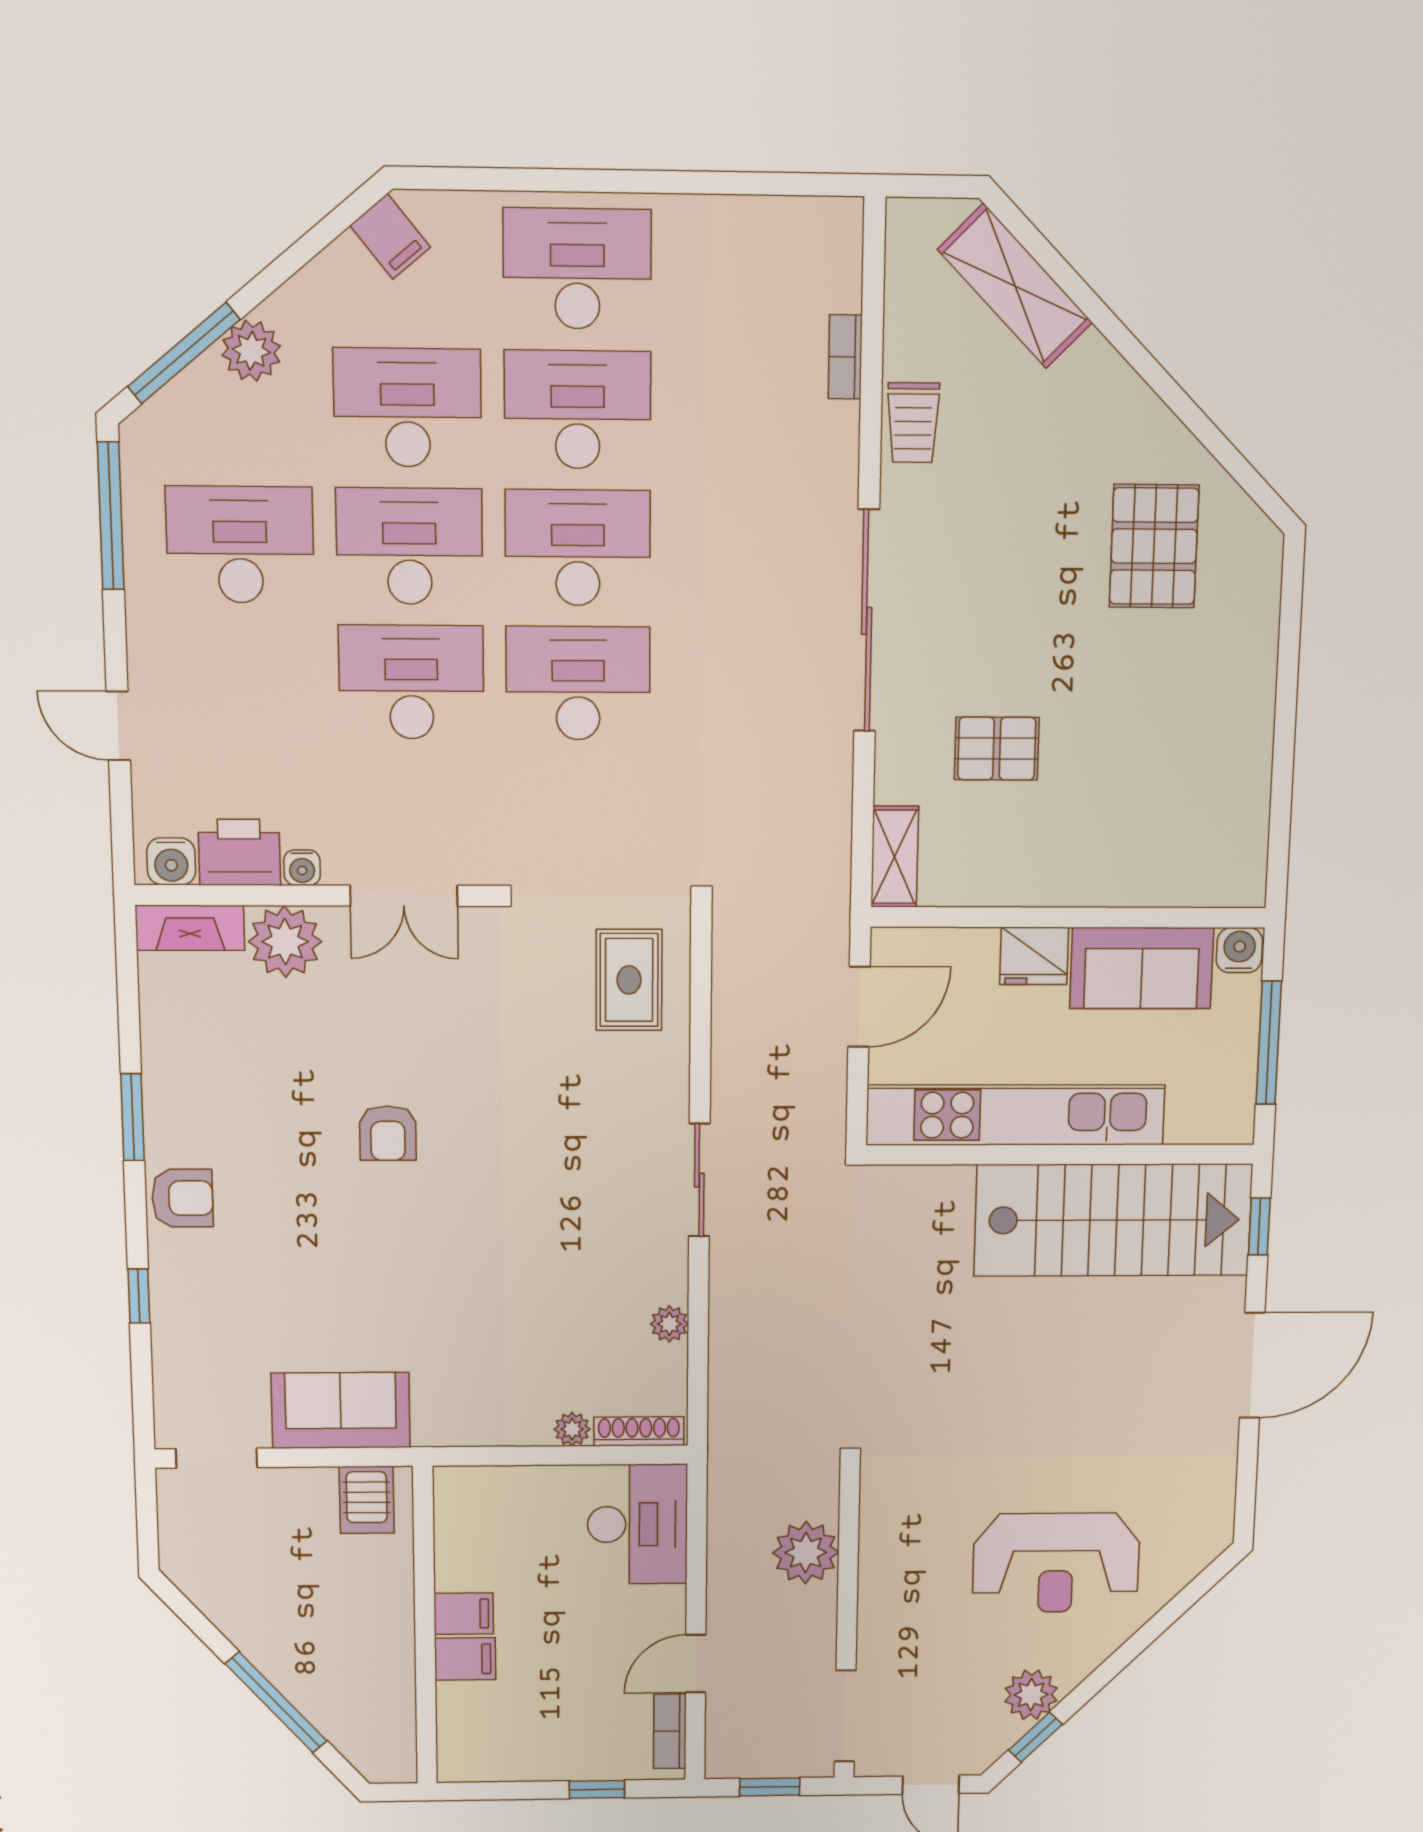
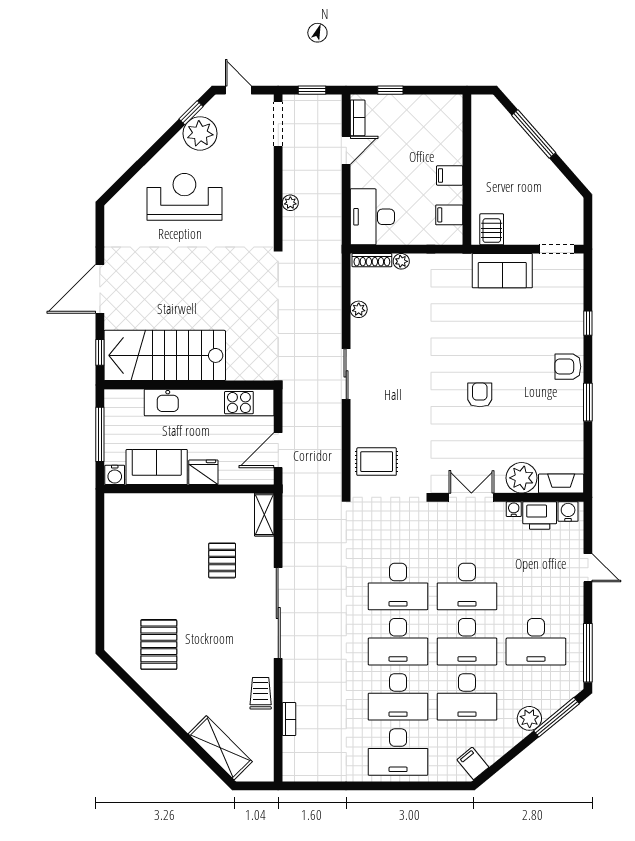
pallet: (997, 749) -> (222, 560), turned 90
rug: (629, 980) -> (377, 462), turned 90
plant: (806, 1553) -> (290, 203), width x0.53, depth x0.53
filing cabinet: (465, 1659) -> (449, 215), moved
plant: (1031, 1695) -> (200, 133), width x1.36, depth x1.36

